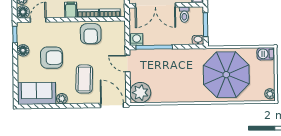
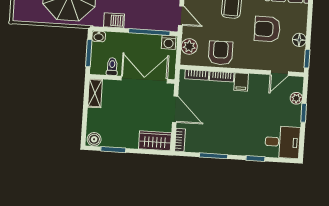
floor lamp: (23, 12) -> (296, 84), removed
plant: (118, 37) -> (189, 46), added
barbecue: (266, 54) -> (114, 20), moved

